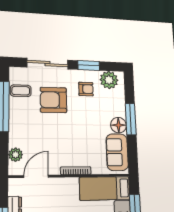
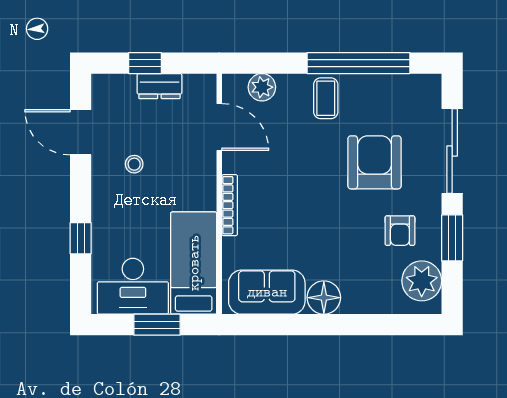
coffee table: (21, 91) -> (326, 98), moved
window: (131, 119) -> (337, 325), removed

